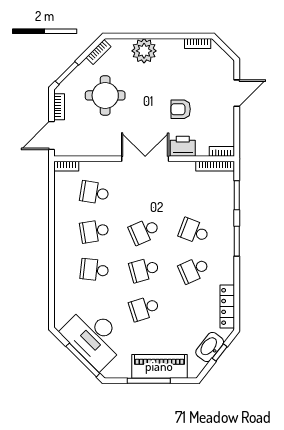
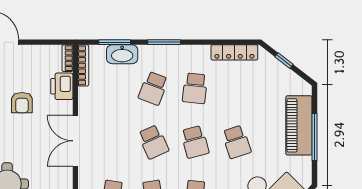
printer: (183, 146) -> (62, 86), moved
school desk: (194, 270) -> (195, 88), turned 30
washbasin: (210, 347) -> (122, 54), moved, turned -38

